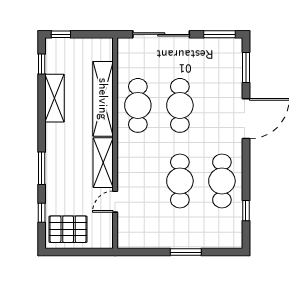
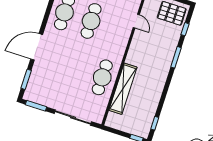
shelving: (55, 98) -> (153, 99), removed
cafe table: (180, 105) -> (76, 69), removed
shelving: (103, 163) -> (136, 48), removed
door: (115, 202) -> (136, 21), hinge flipped

